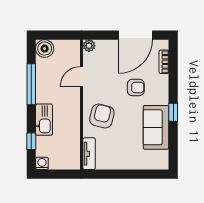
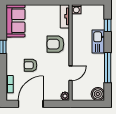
armchair: (102, 116) -> (55, 44), turned 76
sofa: (156, 127) -> (16, 21), moved
washing machine: (42, 163) -> (76, 9), moved

